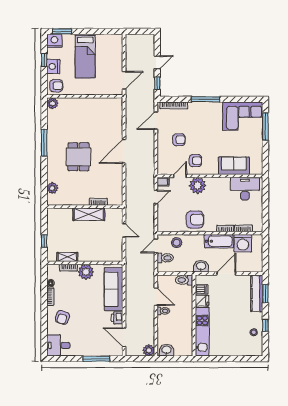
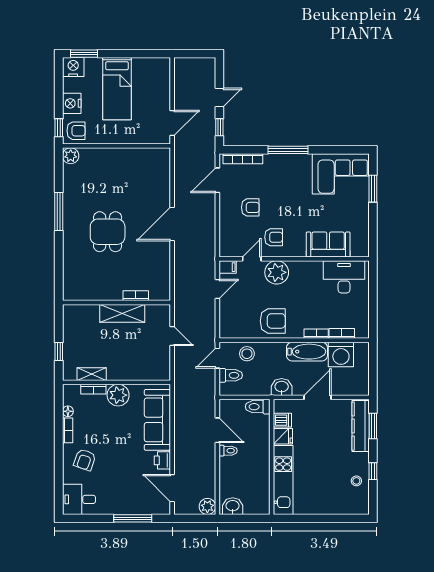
window: (44, 60) -> (59, 128), moved
window: (265, 126) -> (373, 189), width x0.69
plant: (52, 188) -> (70, 276), removed

